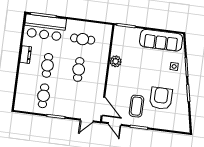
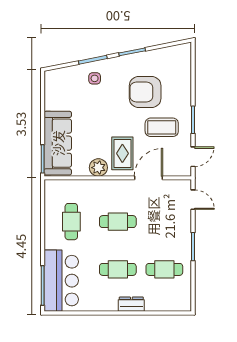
sofa: (161, 40) -> (58, 143), moved
dresser: (26, 55) -> (131, 304), moved
rug: (123, 78) -> (122, 153), added
door: (103, 107) -> (149, 178), moved

